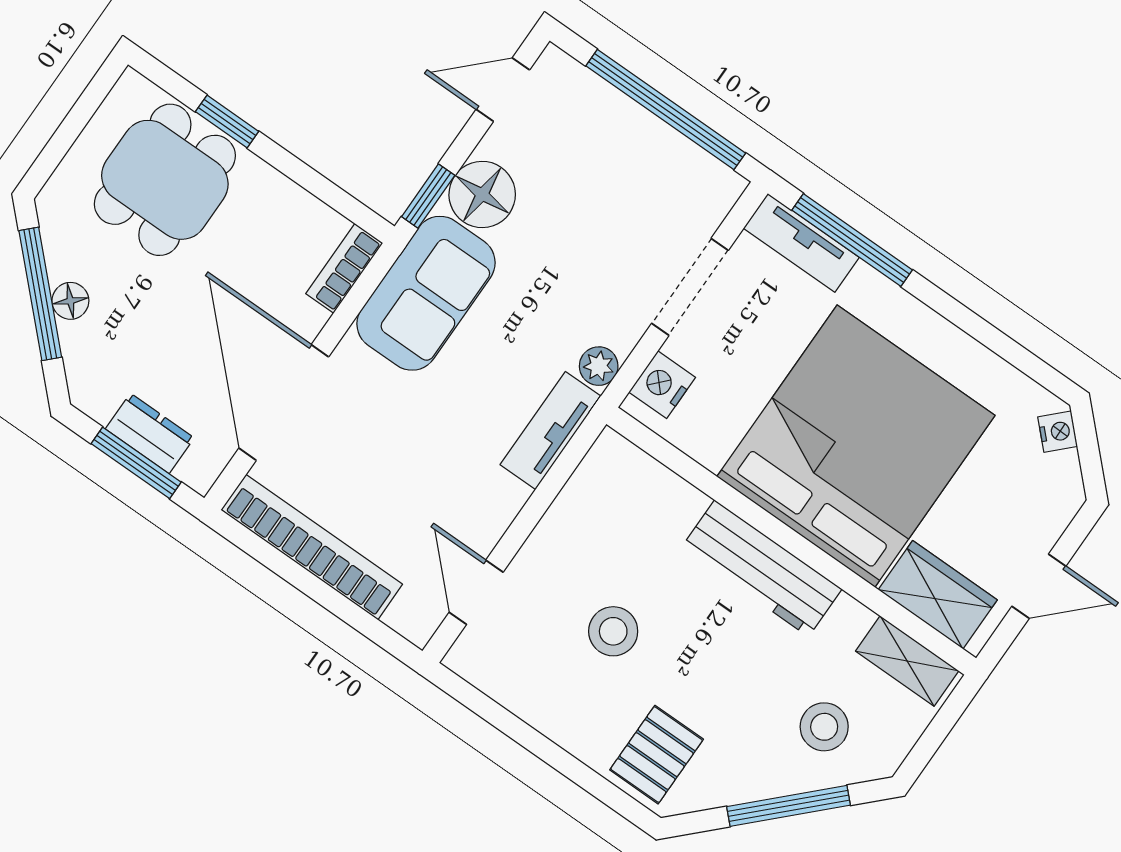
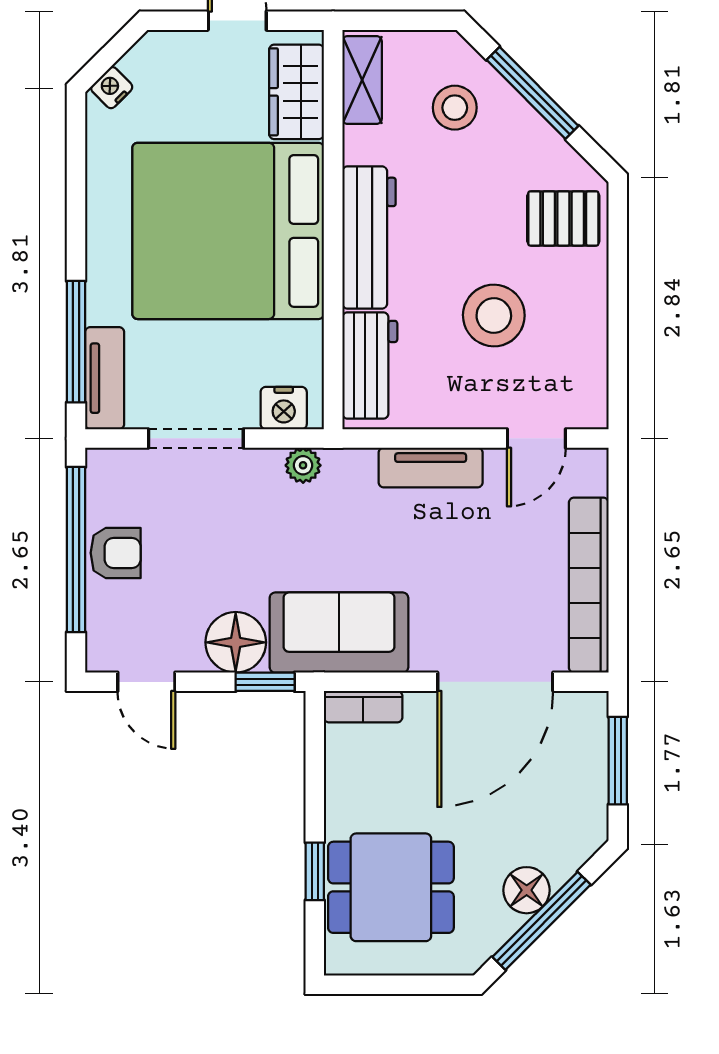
armchair: (638, 143) -> (116, 553), added
floor lamp: (70, 301) -> (527, 890), width x1.37, depth x1.37
tv unit: (551, 430) -> (431, 468), moved
dresser: (150, 433) -> (588, 766), removed
workbench: (646, 489) -> (370, 365), added
stool: (613, 631) -> (494, 316), width x1.38, depth x1.38

